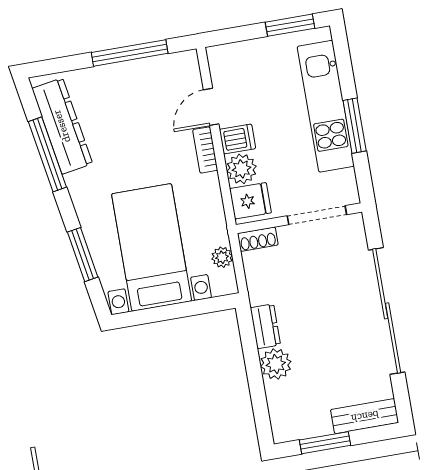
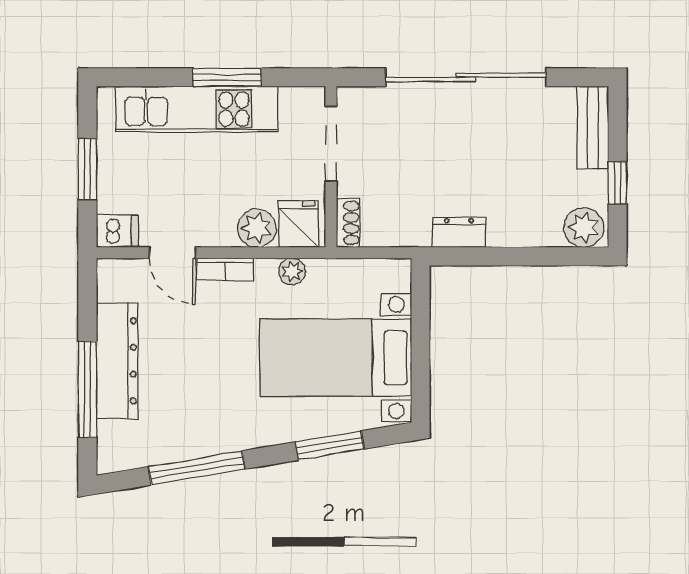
window: (290, 25) -> (87, 169), moved
window: (130, 53) -> (87, 389), moved
dresser: (62, 126) -> (117, 361), moved, turned 100
dishwasher: (238, 139) -> (117, 231), moved, turned 90
plant: (222, 257) -> (292, 271), moved
plant: (276, 364) -> (584, 227), moved
window: (325, 443) -> (617, 183), width x0.67

